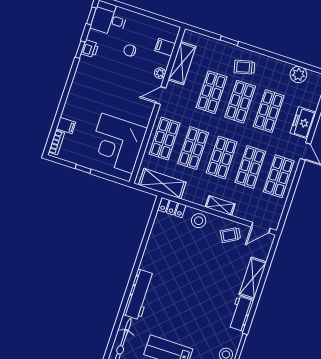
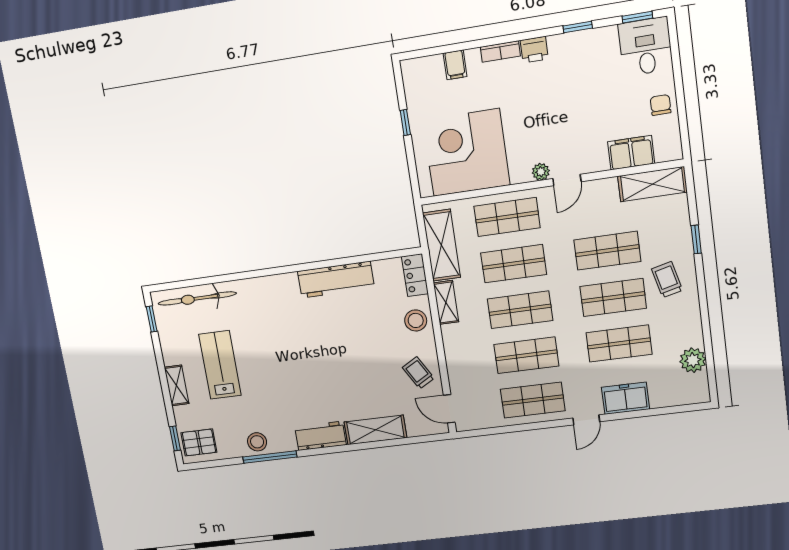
filing cabinet: (165, 47) -> (631, 153), width x2.00
printer: (90, 49) -> (534, 50), moved
chair: (130, 50) -> (661, 105), moved
shelving: (182, 63) -> (652, 184), moved
plant: (160, 73) -> (541, 172), moved
door: (161, 95) -> (567, 180), swing flipped
bookcase: (57, 142) -> (500, 51), moved
shelving: (220, 206) -> (446, 302), moved
workbench: (139, 294) -> (336, 280), moved

